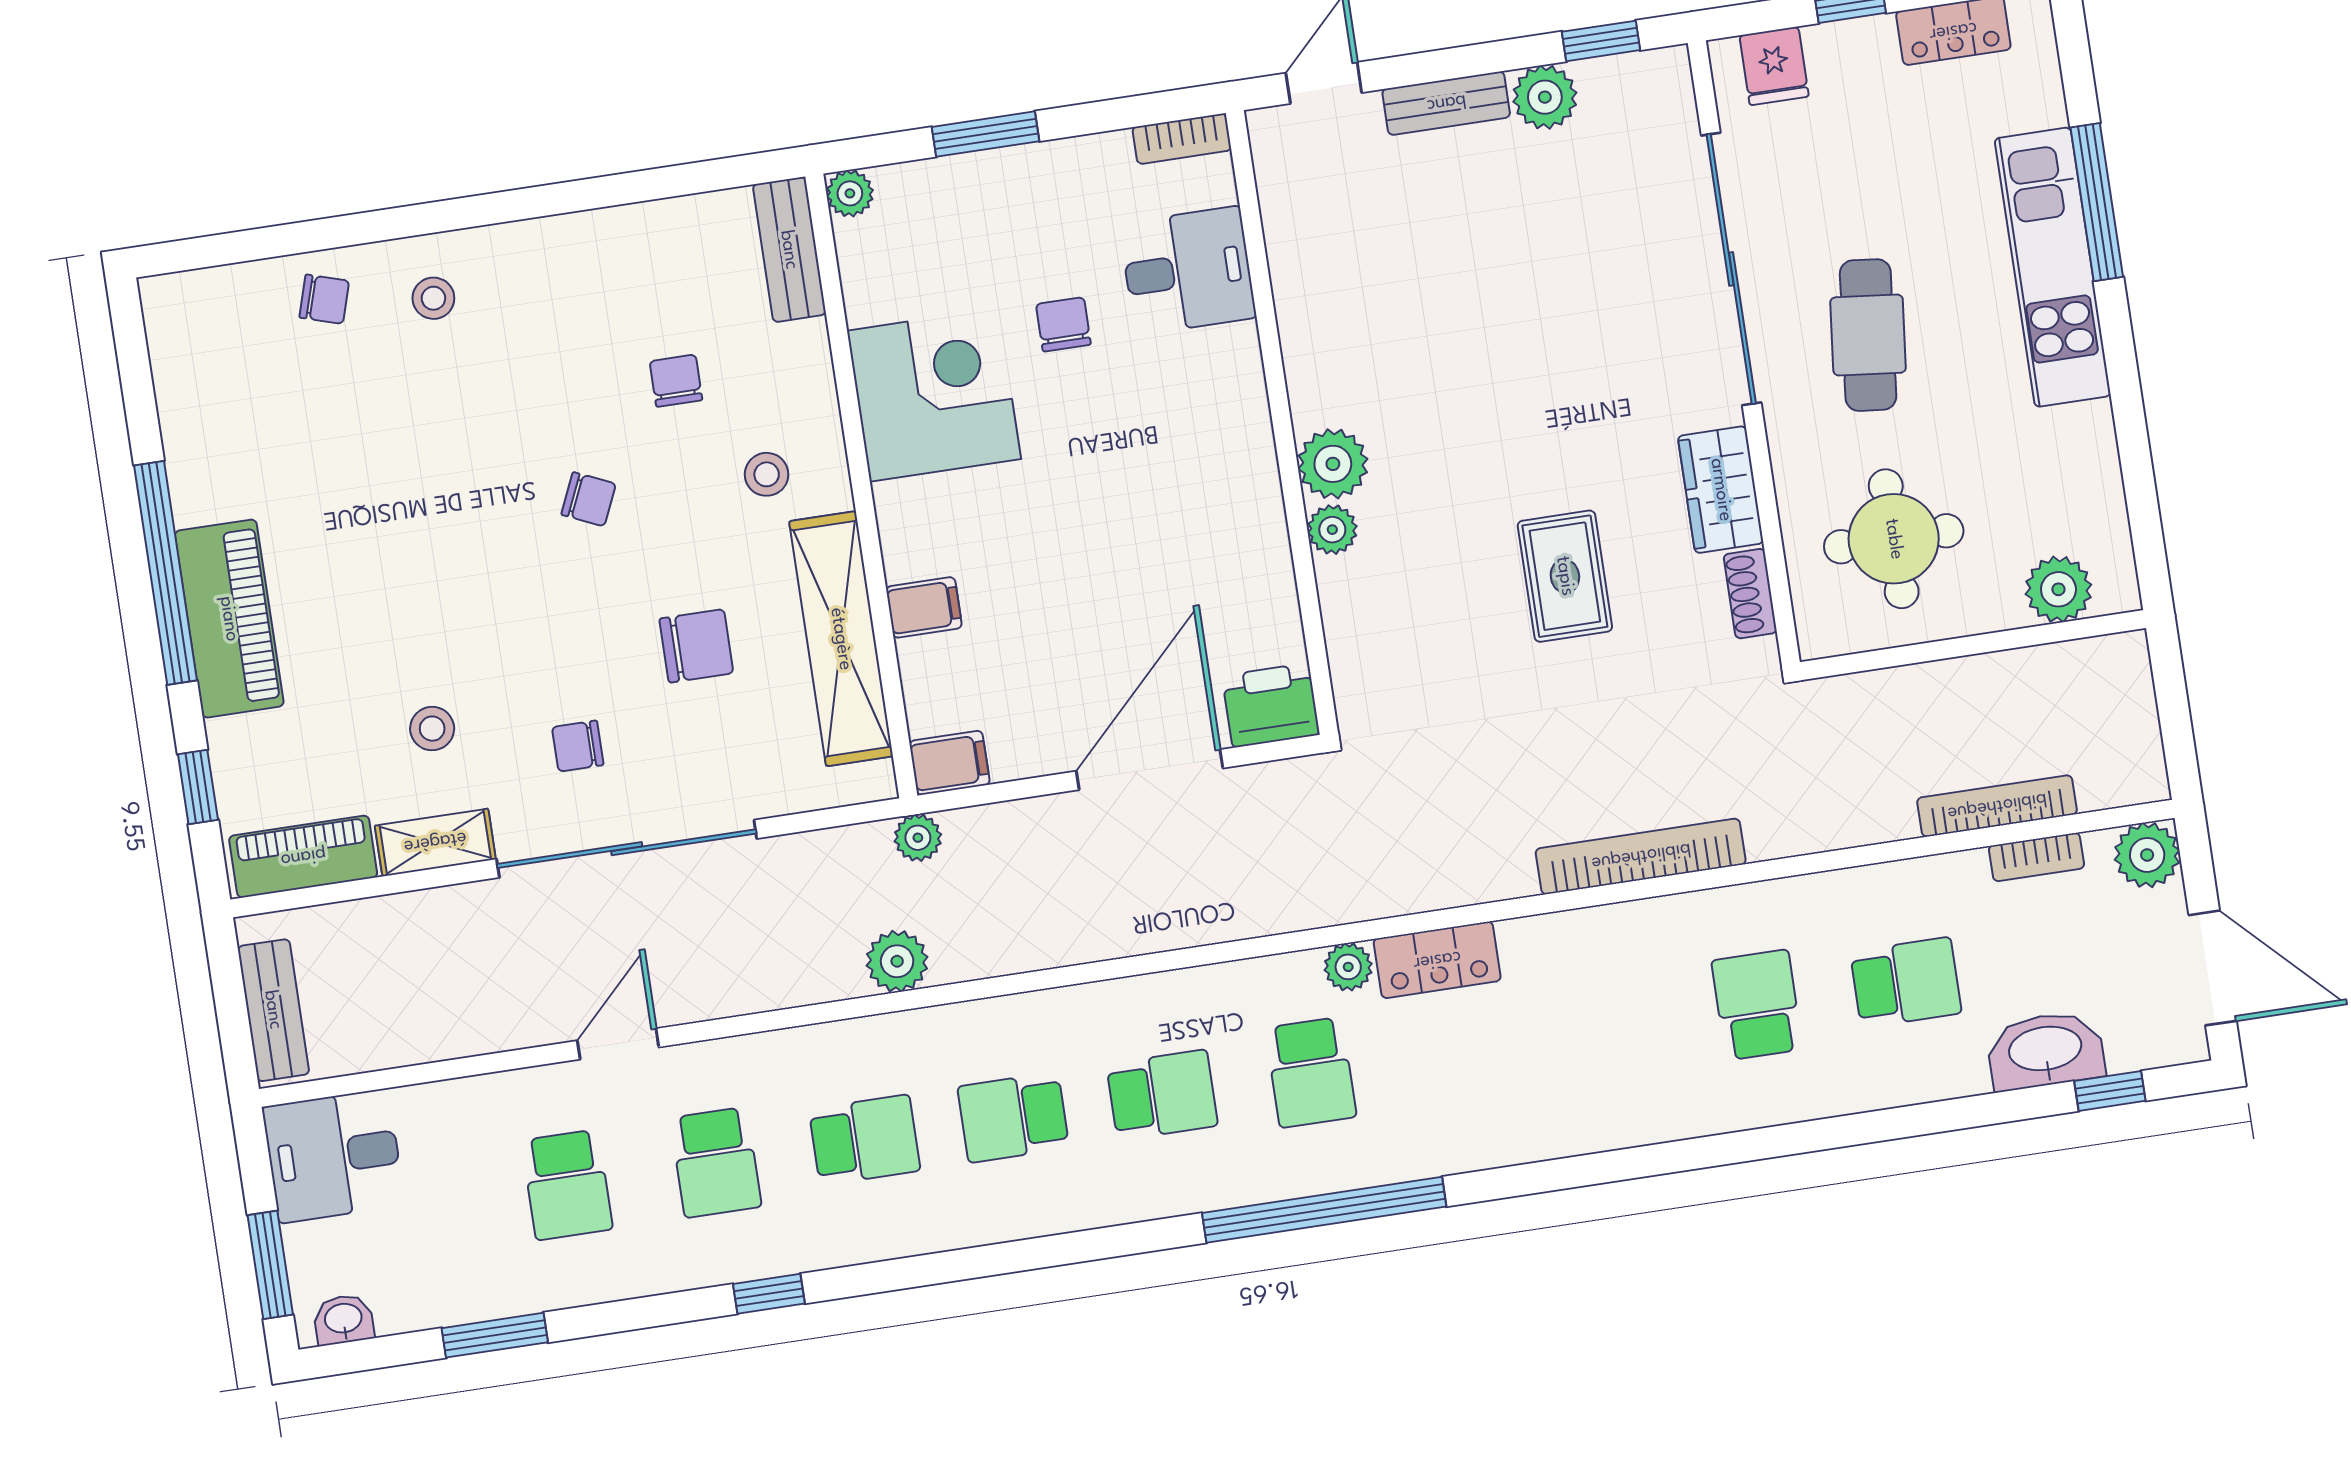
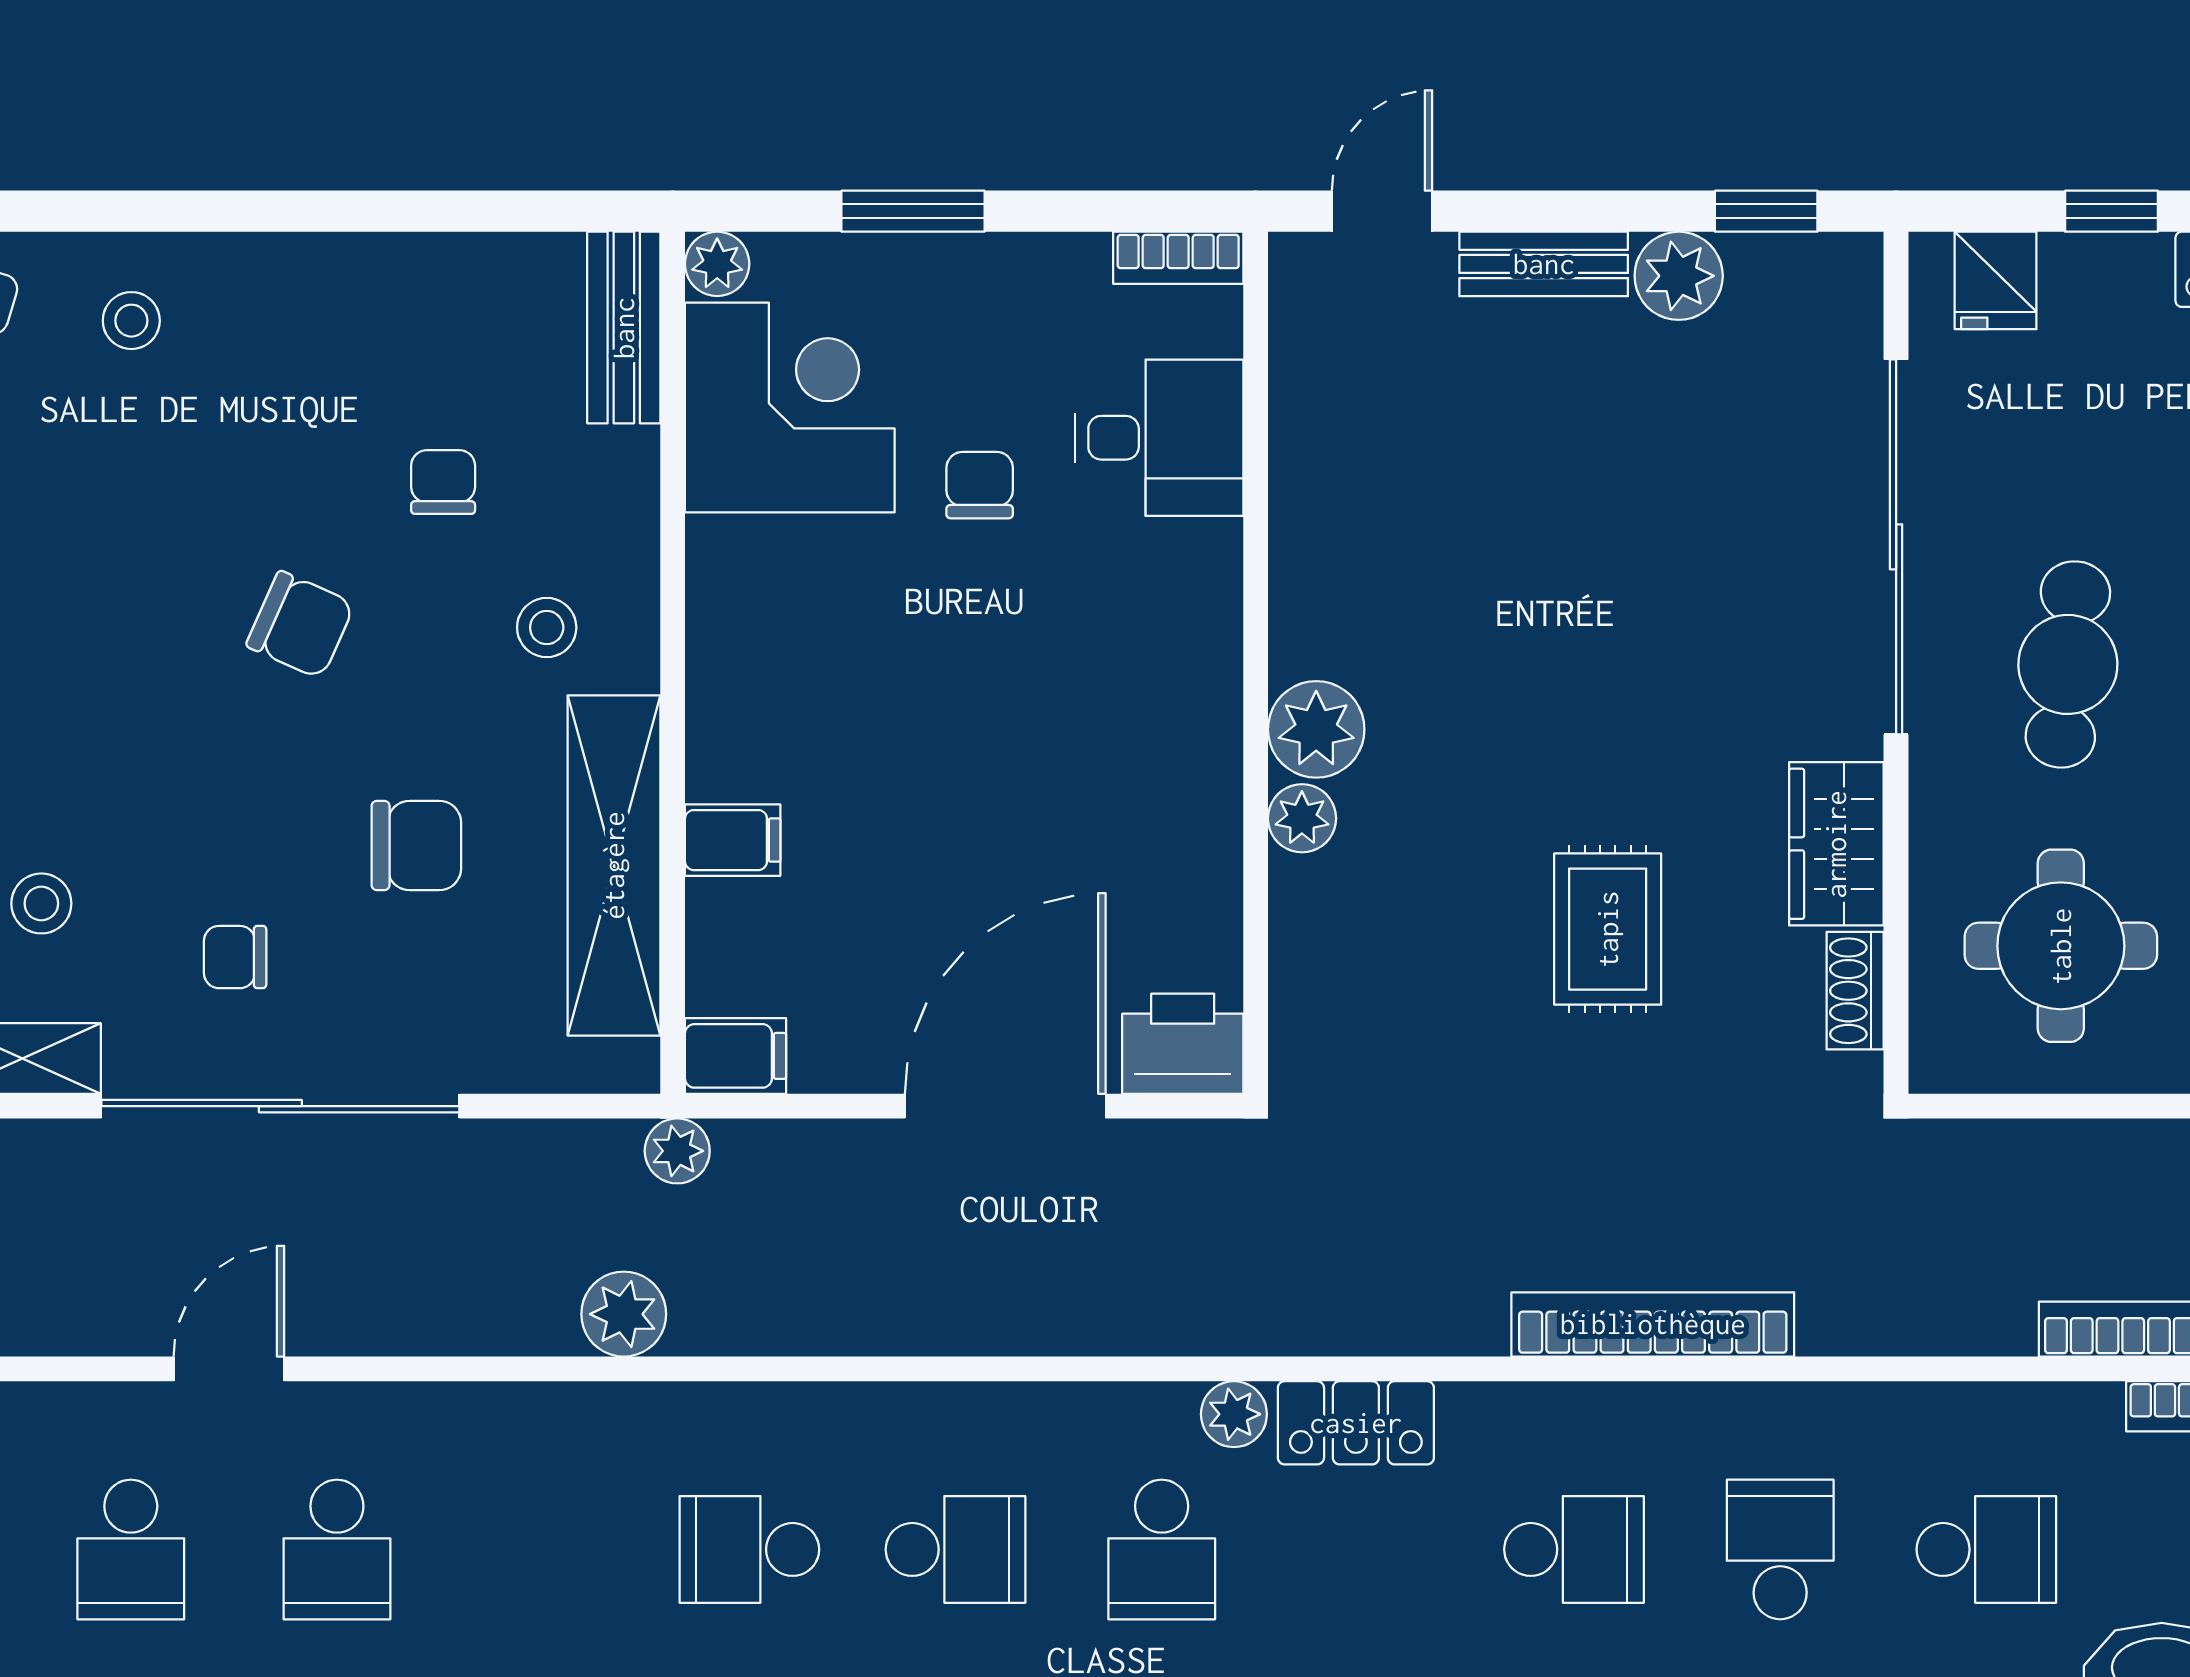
corner desk: (934, 395) -> (790, 407), moved
chair: (589, 499) -> (300, 625), width x1.37, depth x1.37
school desk: (865, 1140) -> (1574, 1549), moved

